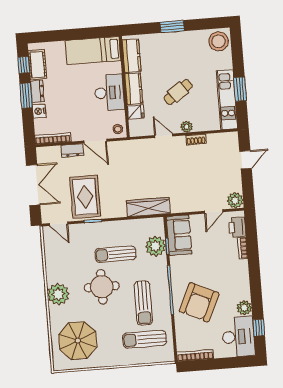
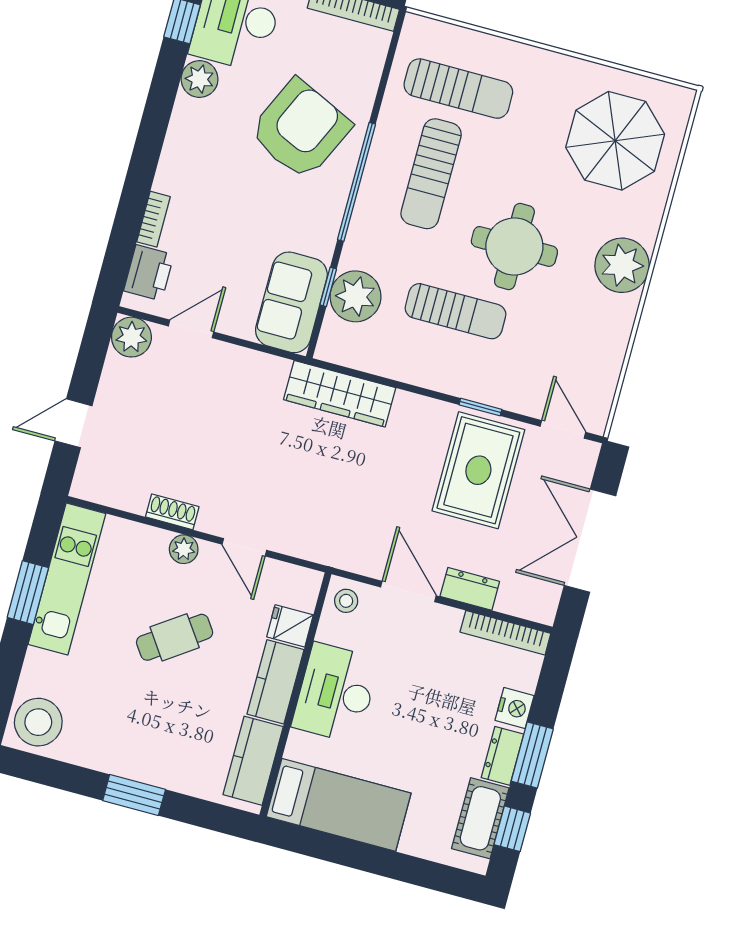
sun lounger: (143, 303) -> (431, 174), turned 180

